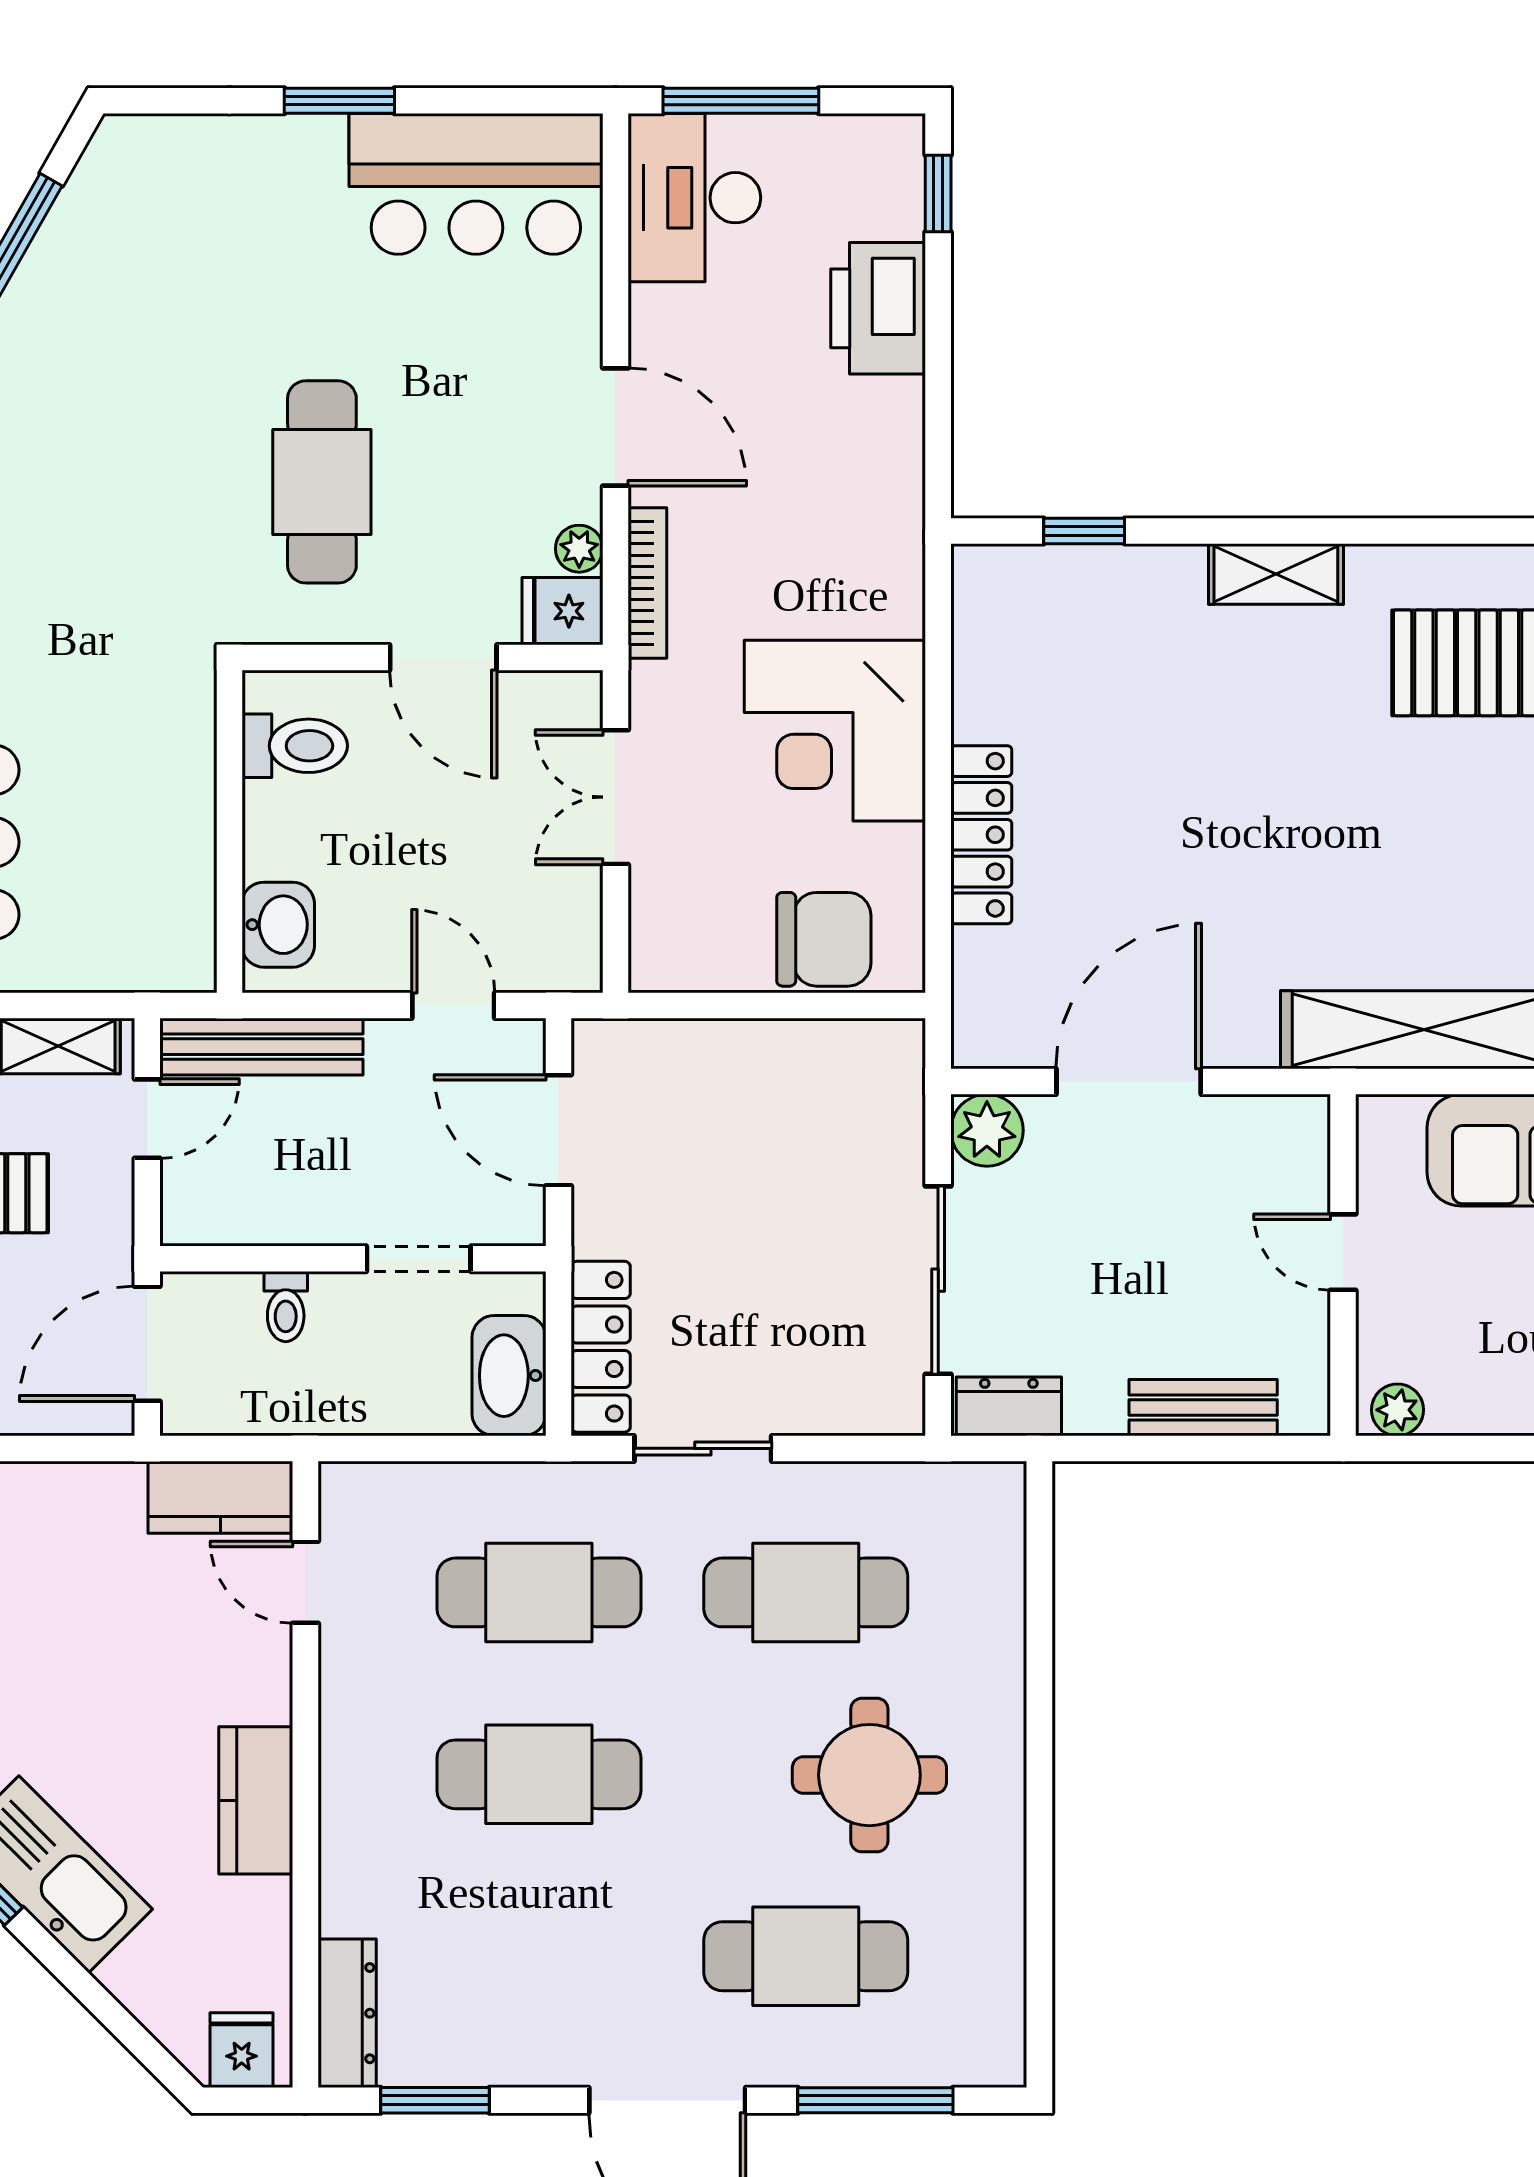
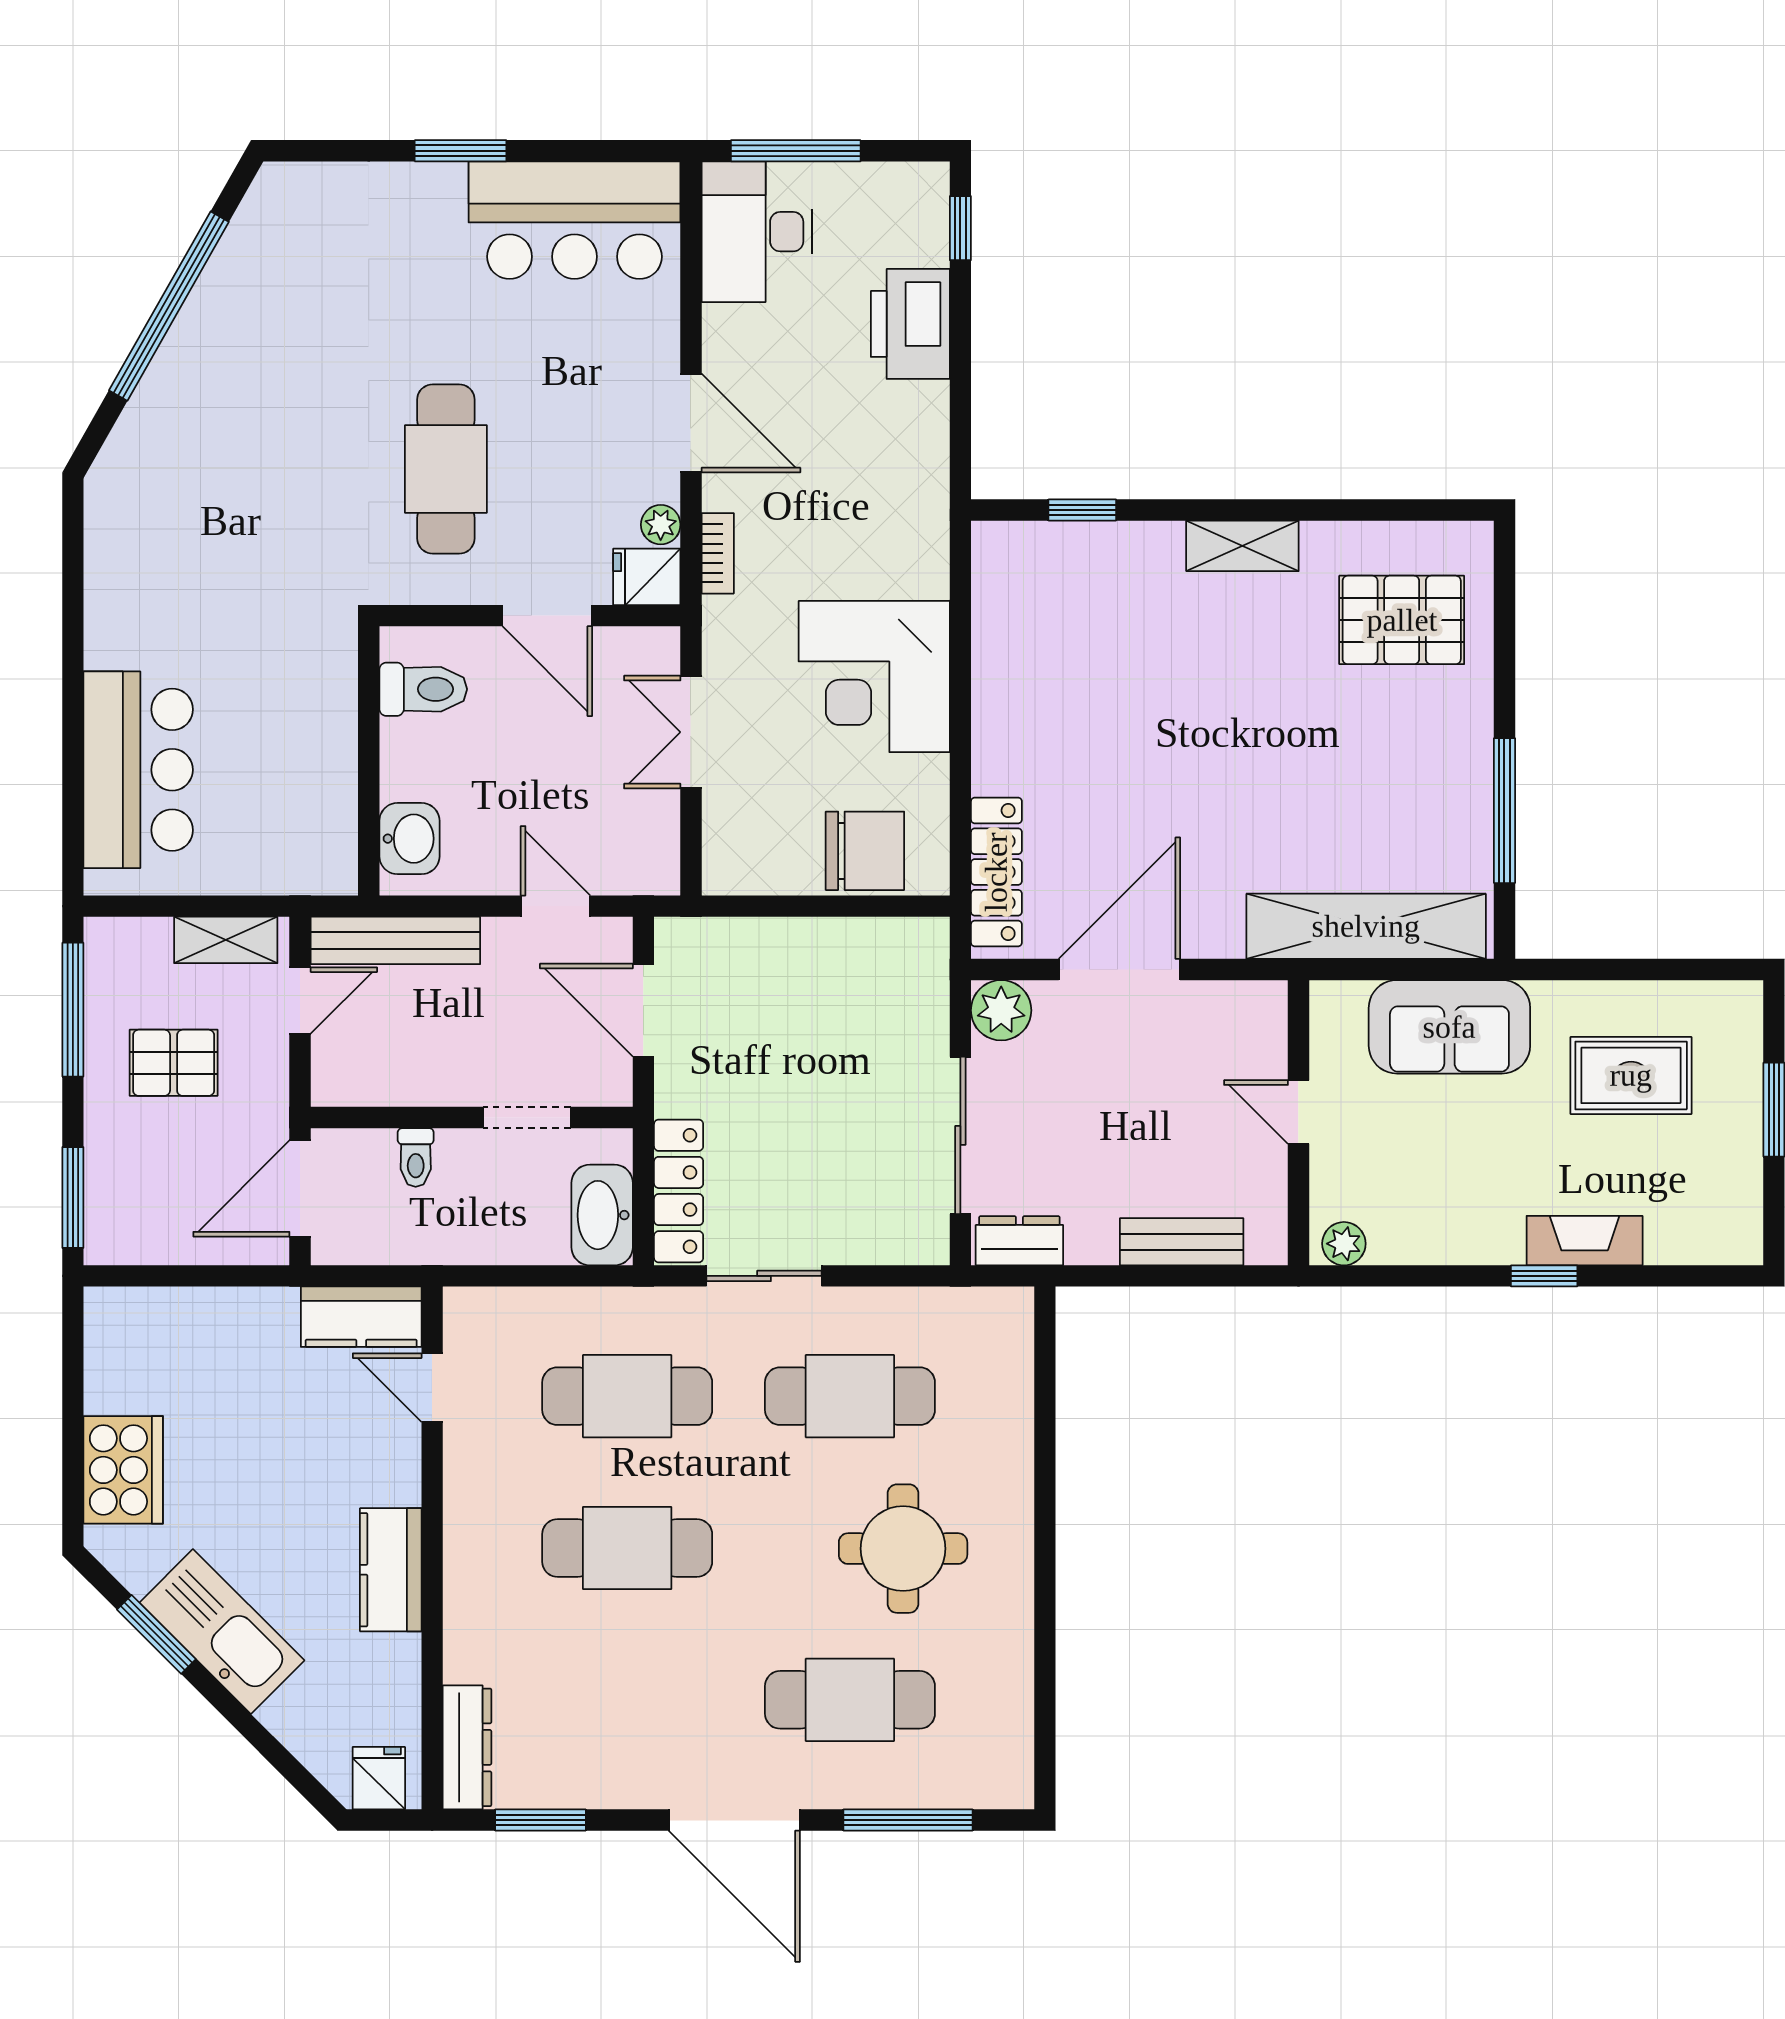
bookcase: (647, 583) -> (718, 553), width x0.64
locker: (981, 835) -> (996, 872), moved

